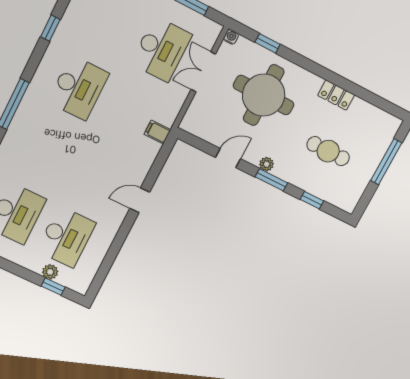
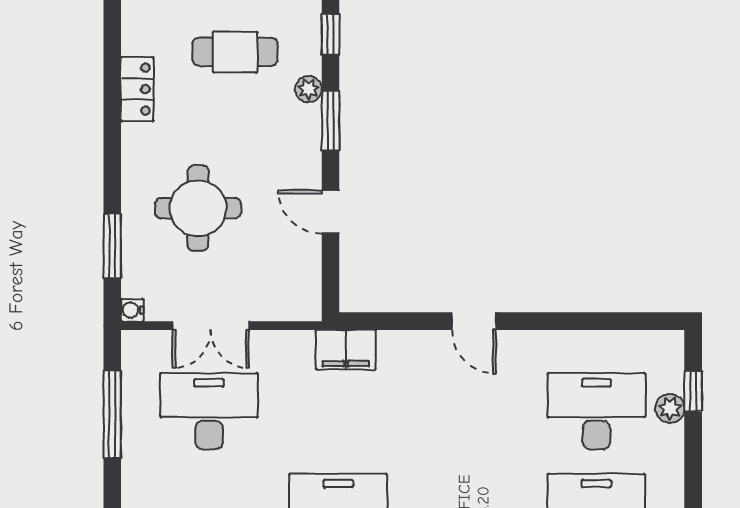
window: (268, 43) -> (112, 246), width x1.50
round table: (264, 95) -> (198, 208), width x0.73, depth x0.73
filing cabinet: (157, 132) -> (346, 350), width x2.00
cafe table: (328, 151) -> (235, 52), turned 90
plant: (267, 164) -> (308, 89), moved

